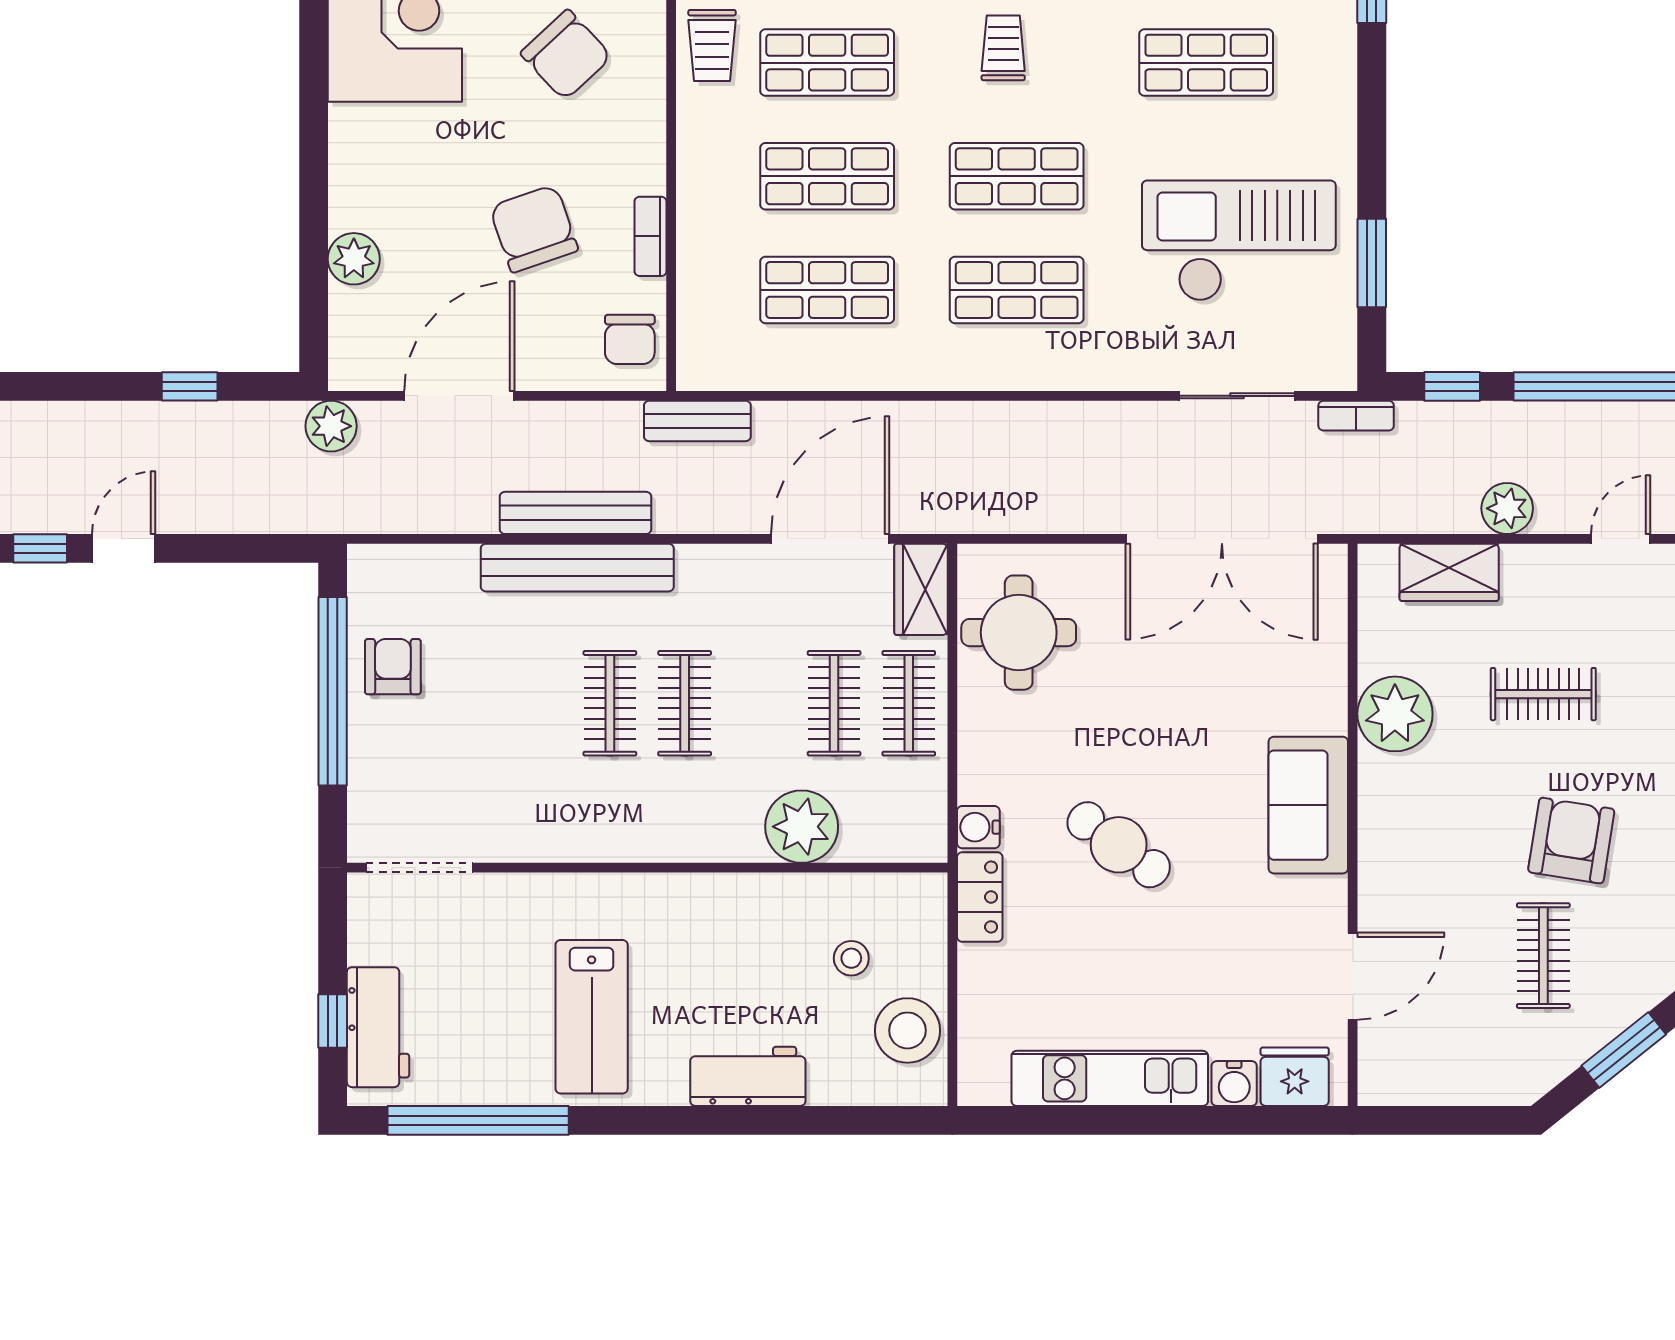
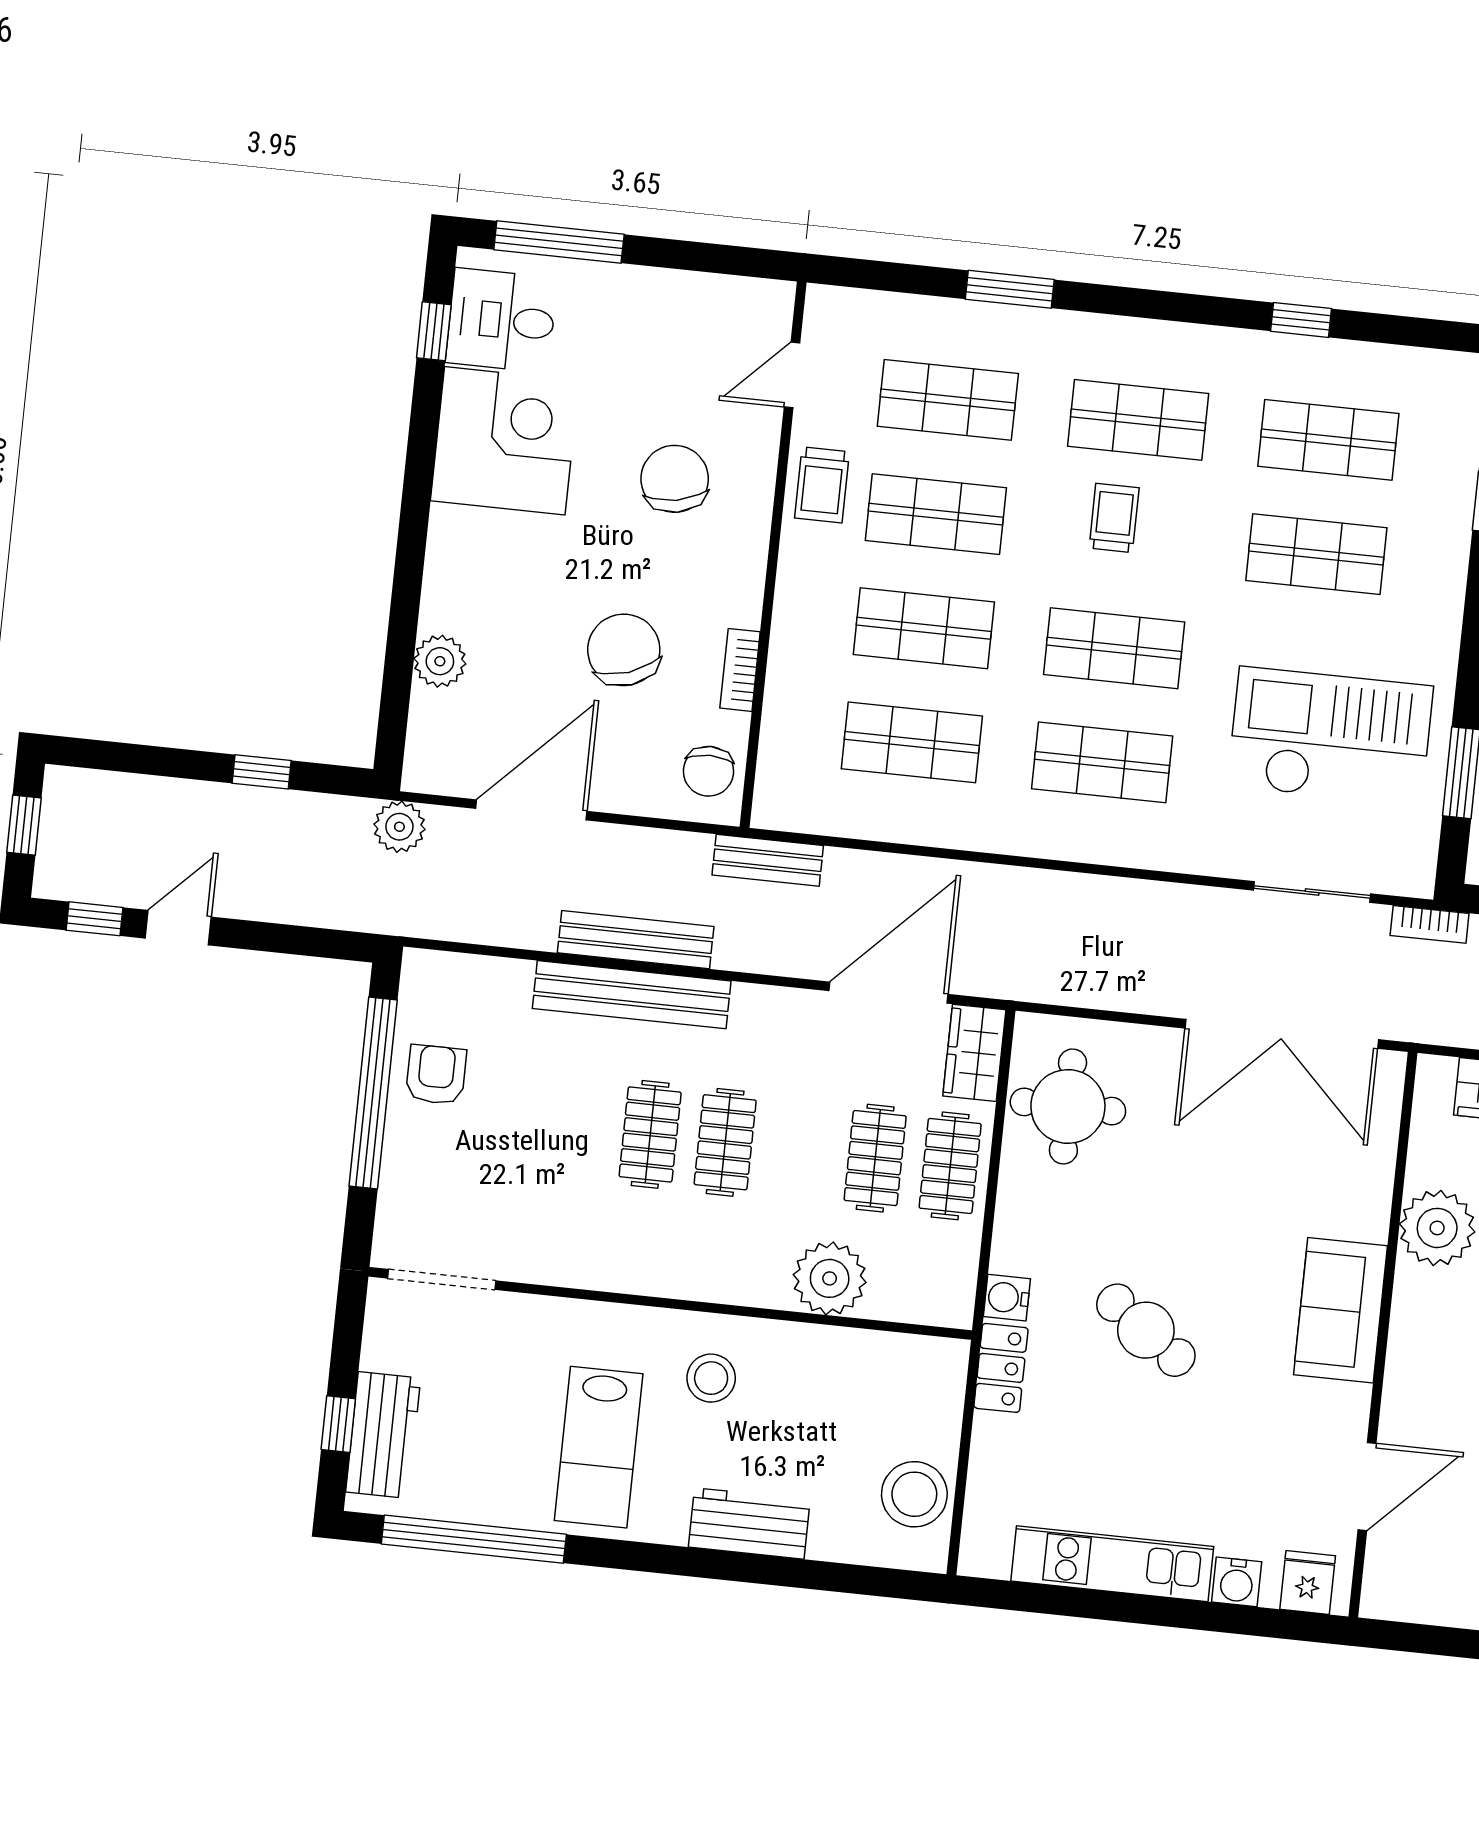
chair: (566, 55) -> (675, 479), turned -148
stool: (851, 958) -> (711, 1378), moved, width x1.37, depth x1.37
fridge: (1295, 1077) -> (1308, 1582), width x0.72

